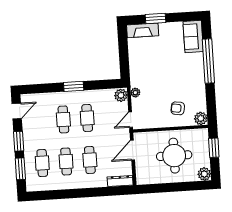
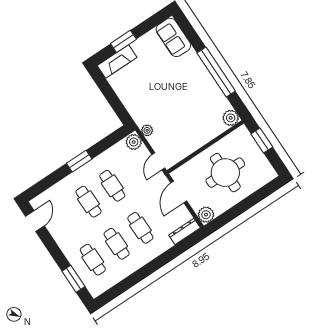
window: (208, 61) -> (216, 72), moved
armchair: (178, 108) -> (201, 121), removed
window: (19, 141) -> (55, 251), removed
plant: (204, 174) -> (206, 215), moved

